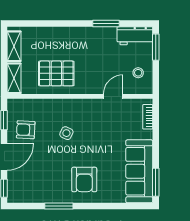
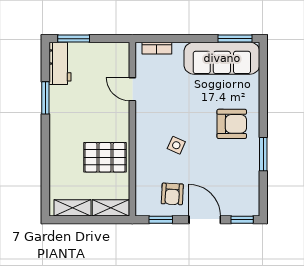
pallet: (56, 73) -> (105, 157), turned 90
stool: (138, 73) -> (104, 59), removed

